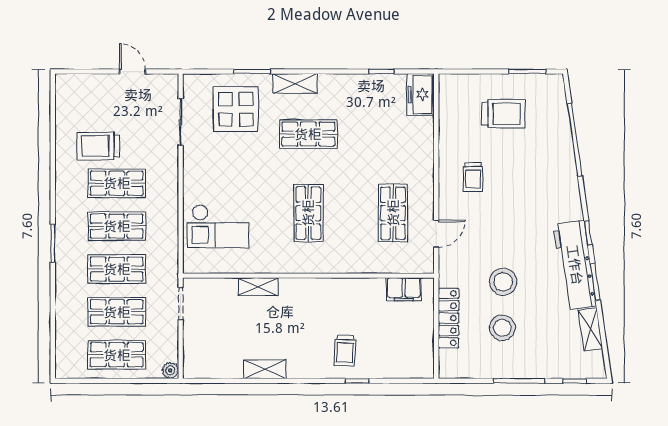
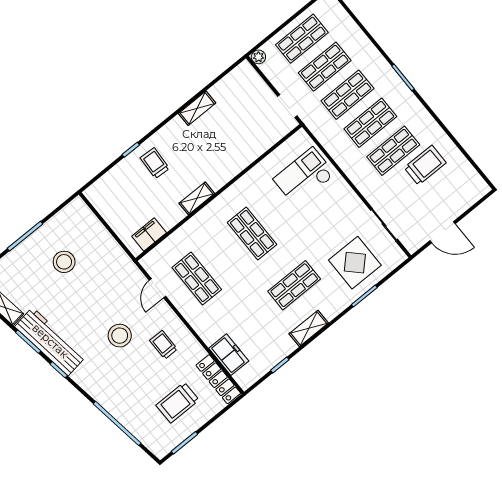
door: (133, 72) -> (442, 232), width x1.38
shelving: (295, 84) -> (309, 328), moved
freezer: (421, 95) -> (229, 355), moved
stool: (503, 282) -> (120, 336), moved
shelving: (258, 287) -> (197, 198), moved
locker: (449, 318) -> (218, 379), moved

